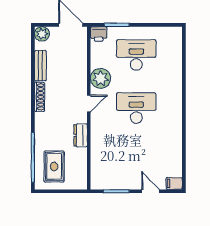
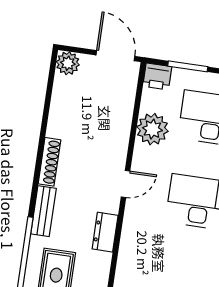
bench: (40, 66) -> (44, 211), moved
plant: (100, 78) -> (152, 129), moved

